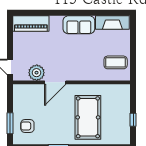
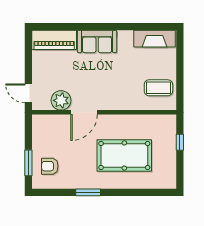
sofa: (79, 25) -> (97, 41), moved
pool table: (88, 117) -> (124, 155), turned 90
window: (133, 120) -> (180, 142), moved

